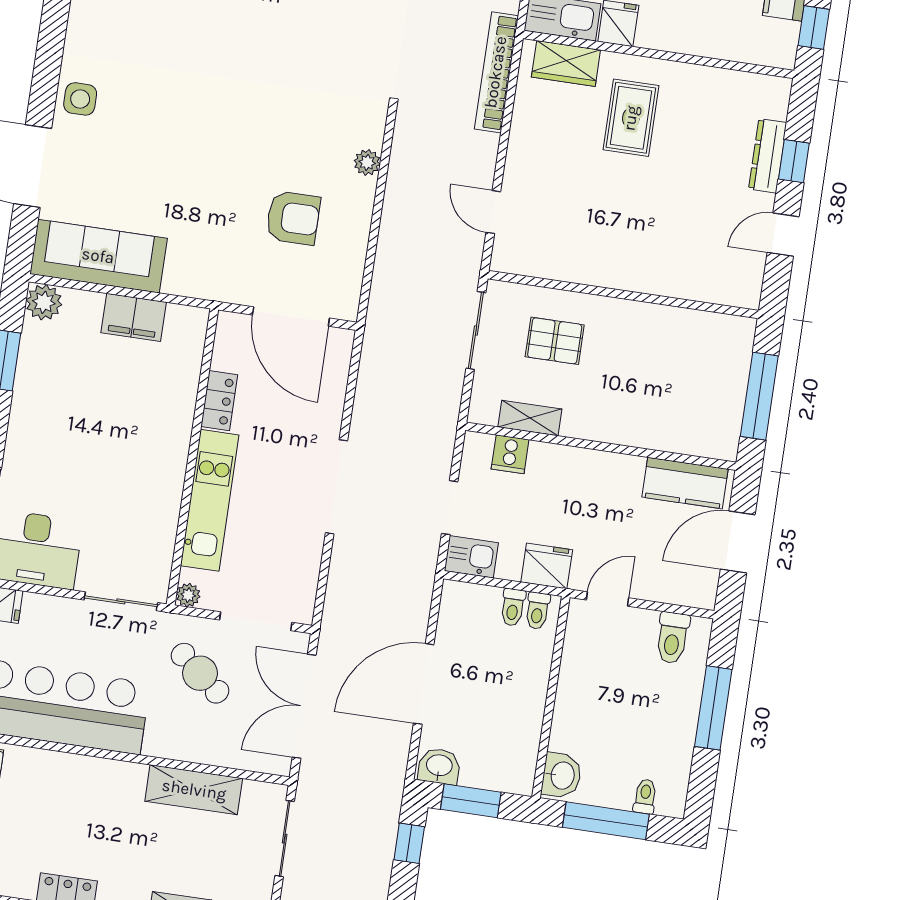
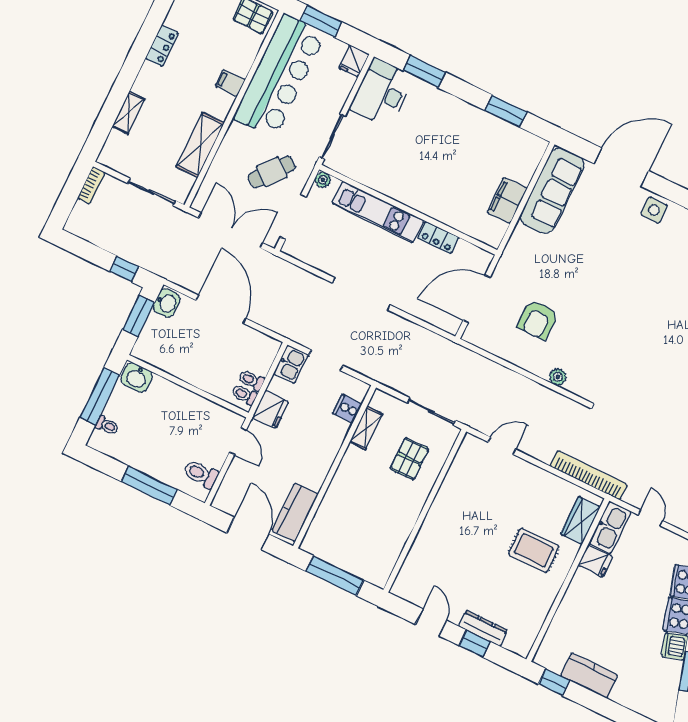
plant: (44, 302) -> (534, 147), removed
filing cabinet: (90, 775) -> (230, 83), added

